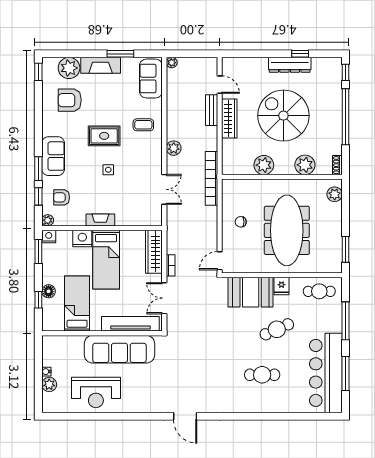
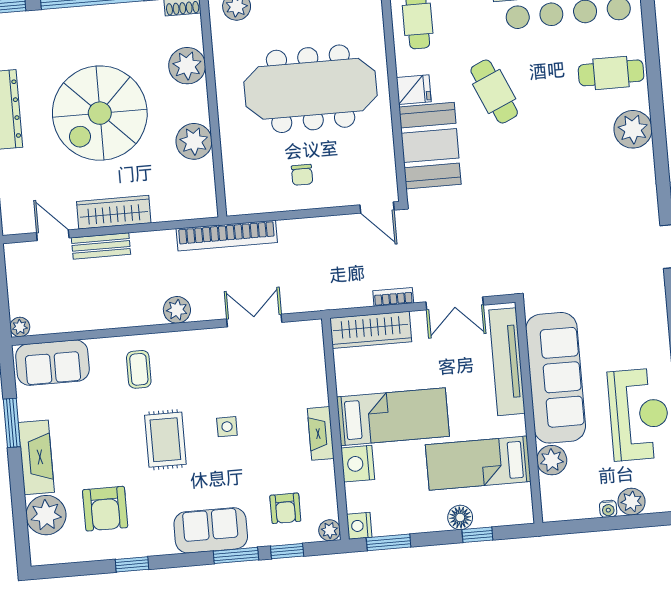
window: (38, 72) -> (132, 564), moved
door: (220, 85) -> (53, 235), hinge flipped
plant: (75, 343) -> (552, 460), added
cafe table: (262, 375) -> (611, 73), moved, turned 90
plant: (250, 402) -> (633, 129), added

